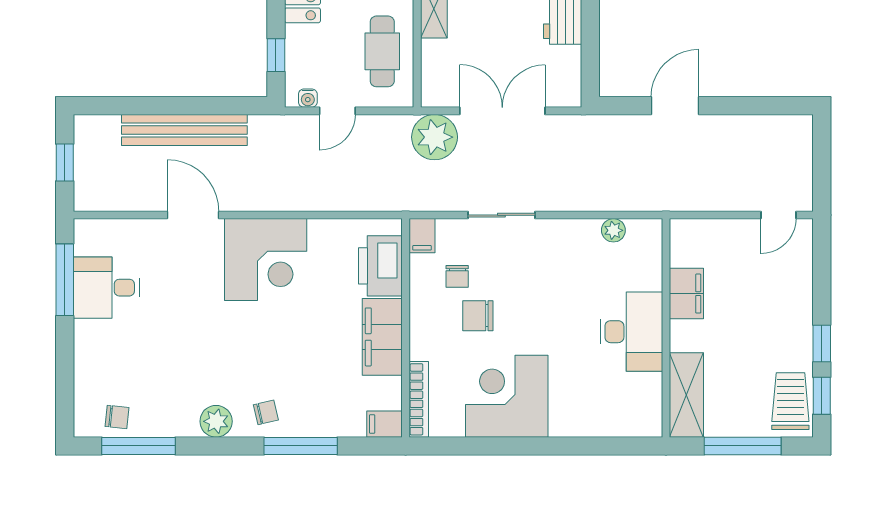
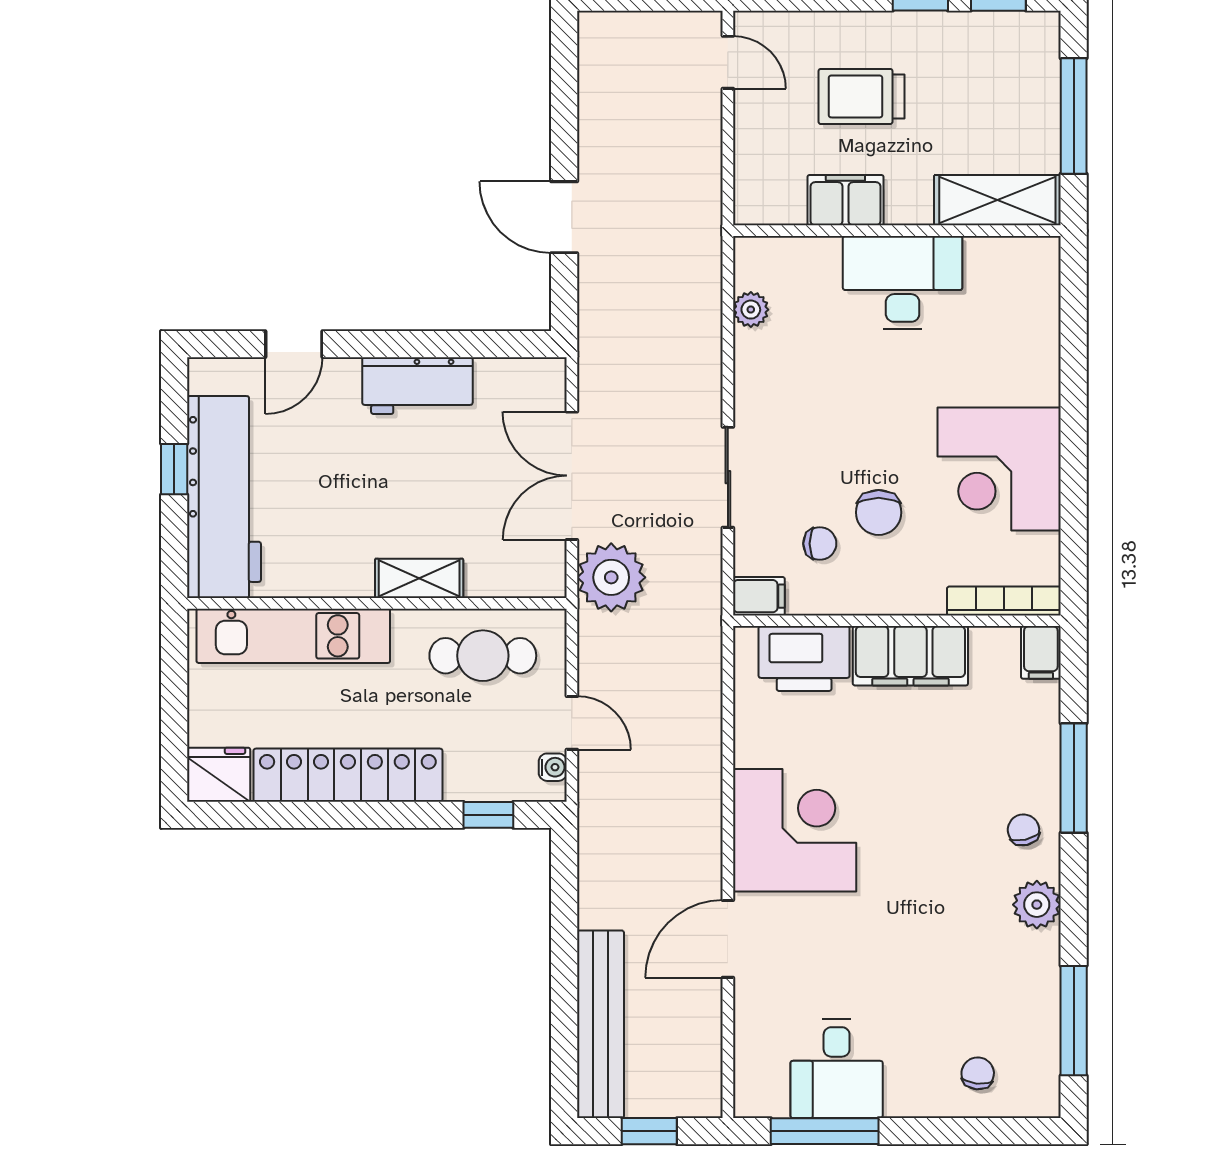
bench: (184, 130) -> (600, 1024), moved
trolley: (790, 401) -> (862, 96), moved
chair: (117, 417) -> (978, 1073), moved

